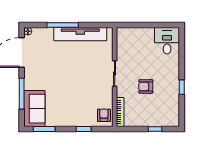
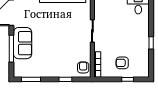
armchair: (146, 86) -> (122, 63), moved
sofa: (34, 109) -> (23, 43), moved

